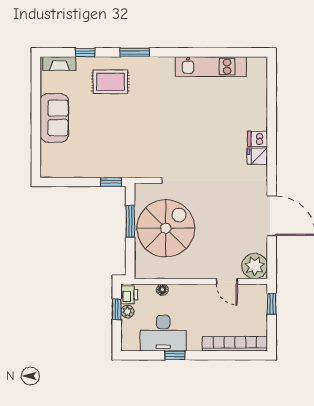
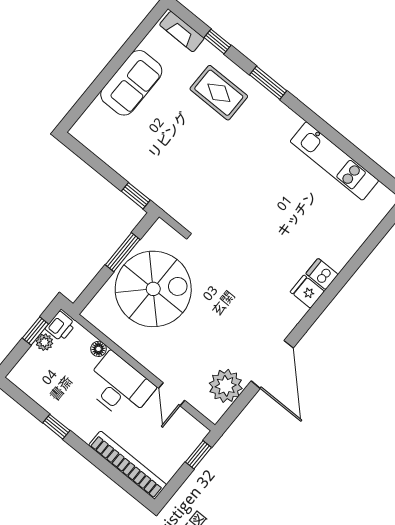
plant: (255, 266) -> (226, 386), moved
desk: (163, 333) -> (119, 386), moved, turned 180

